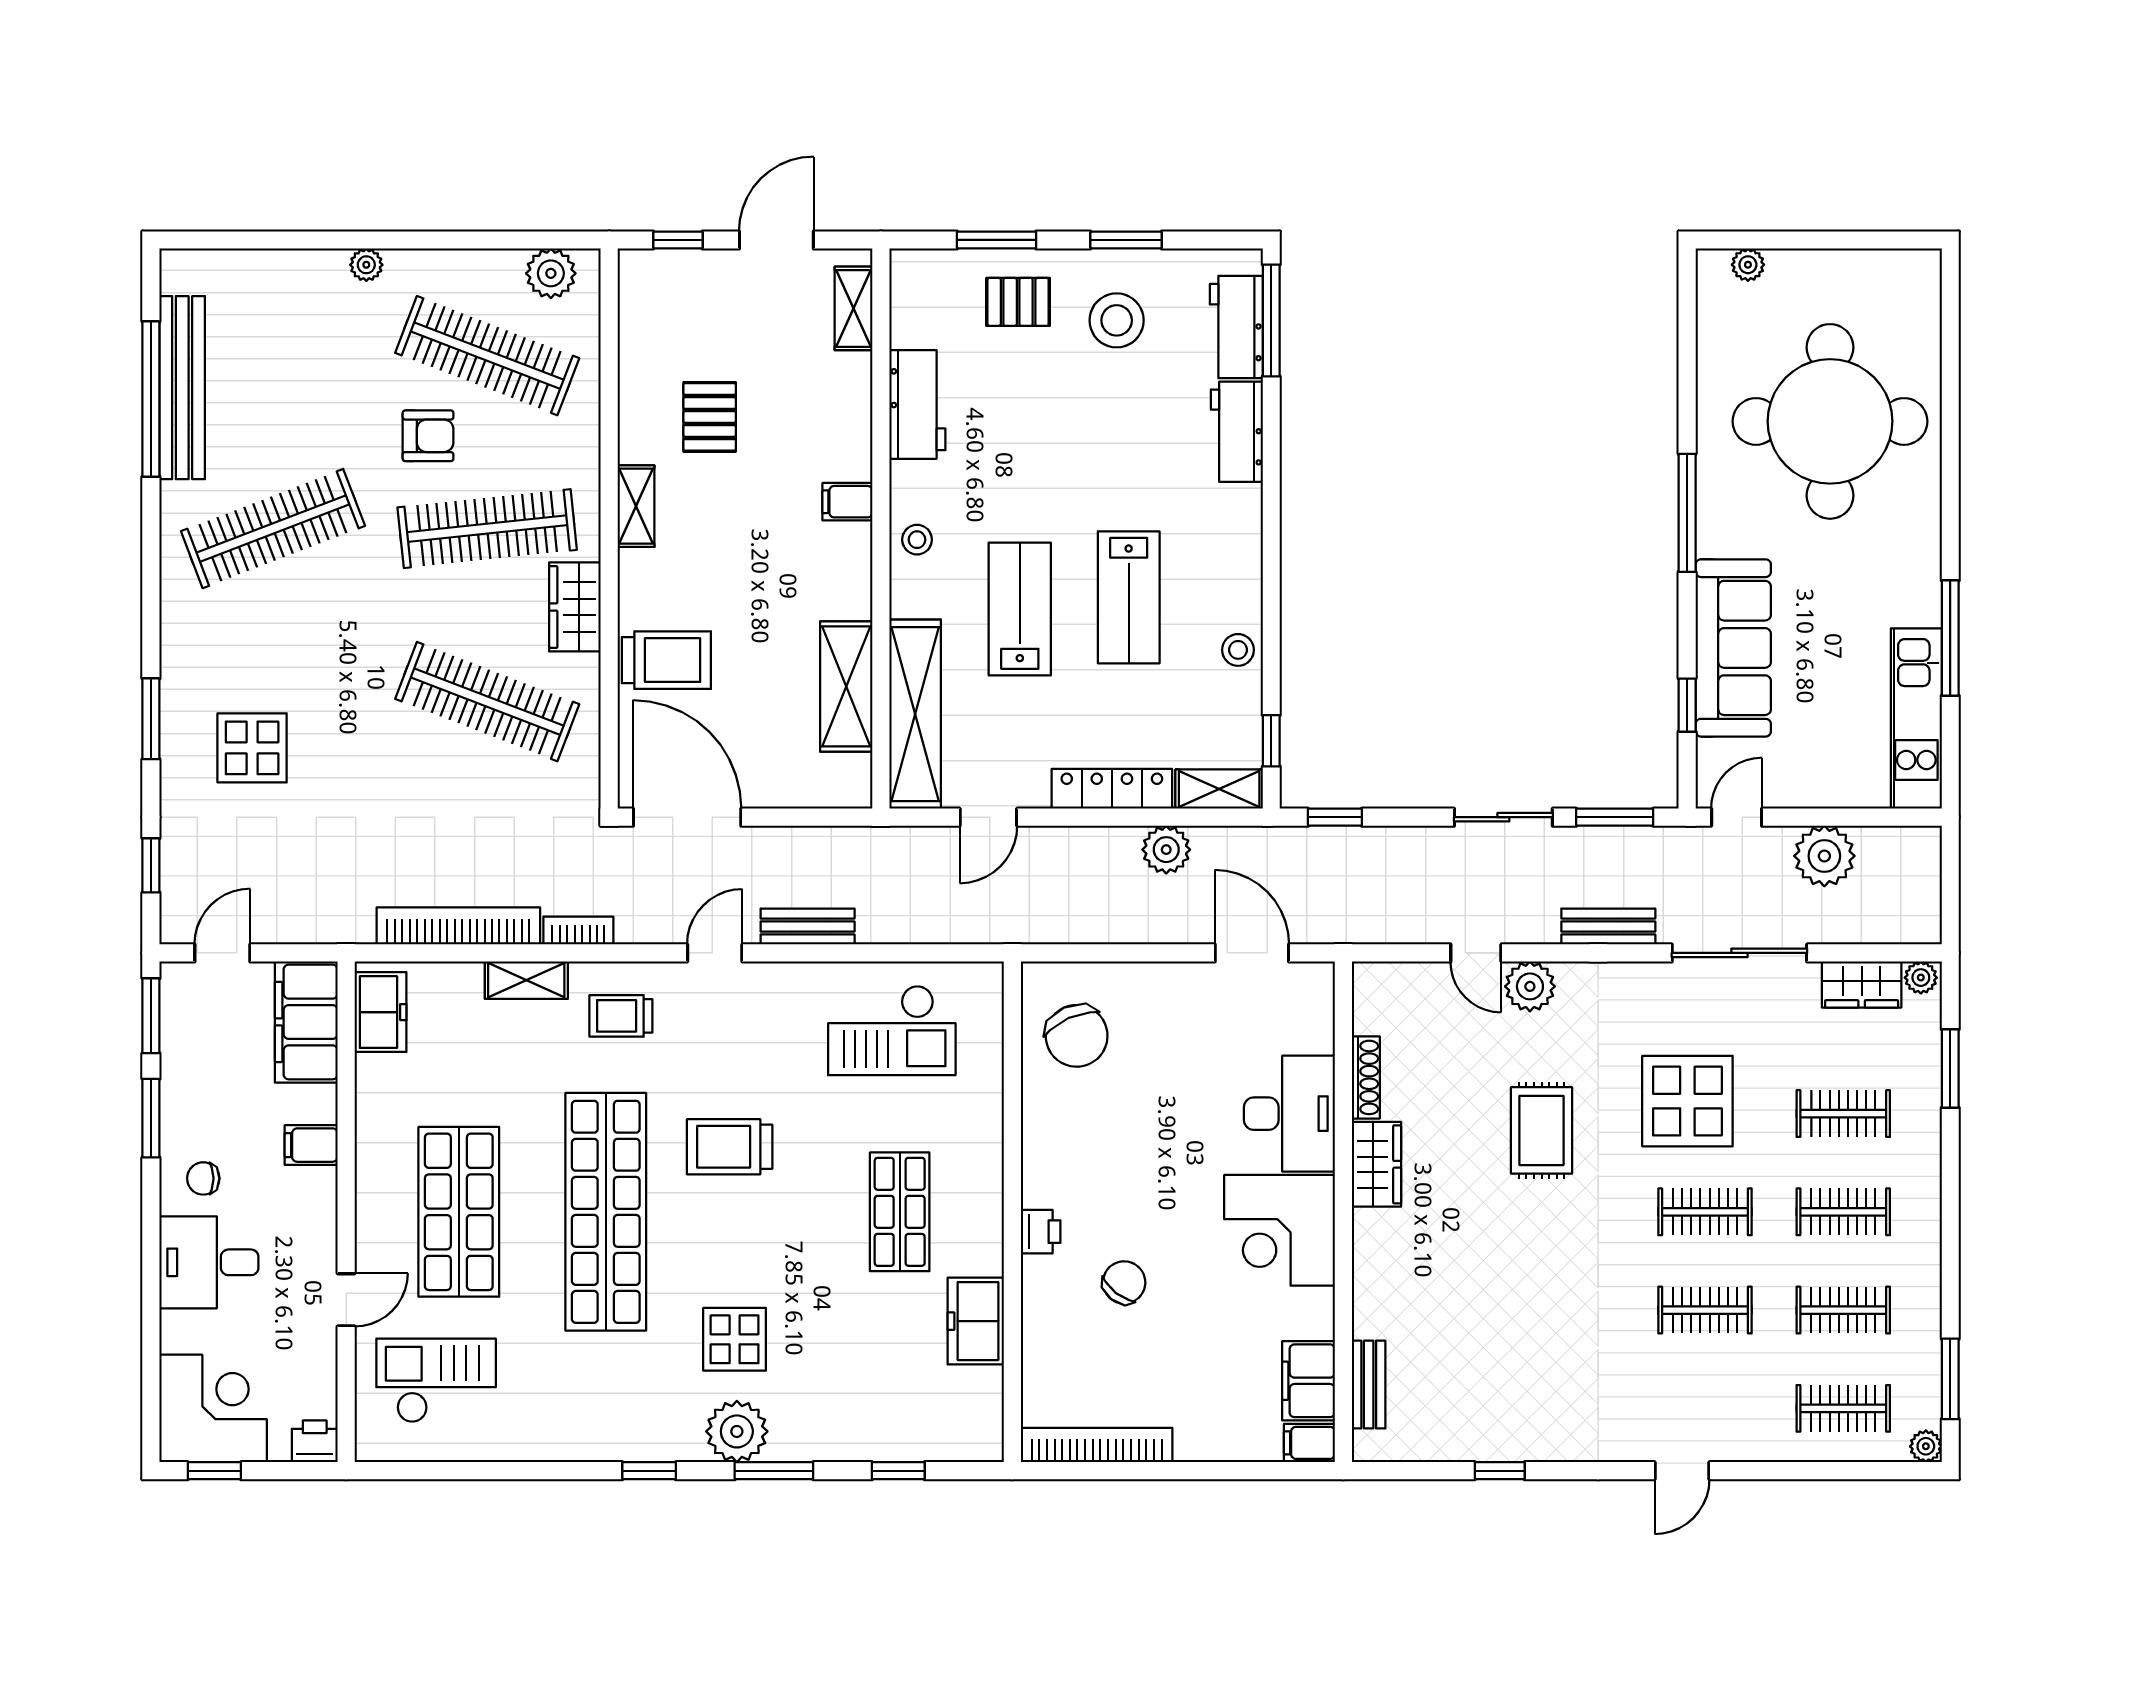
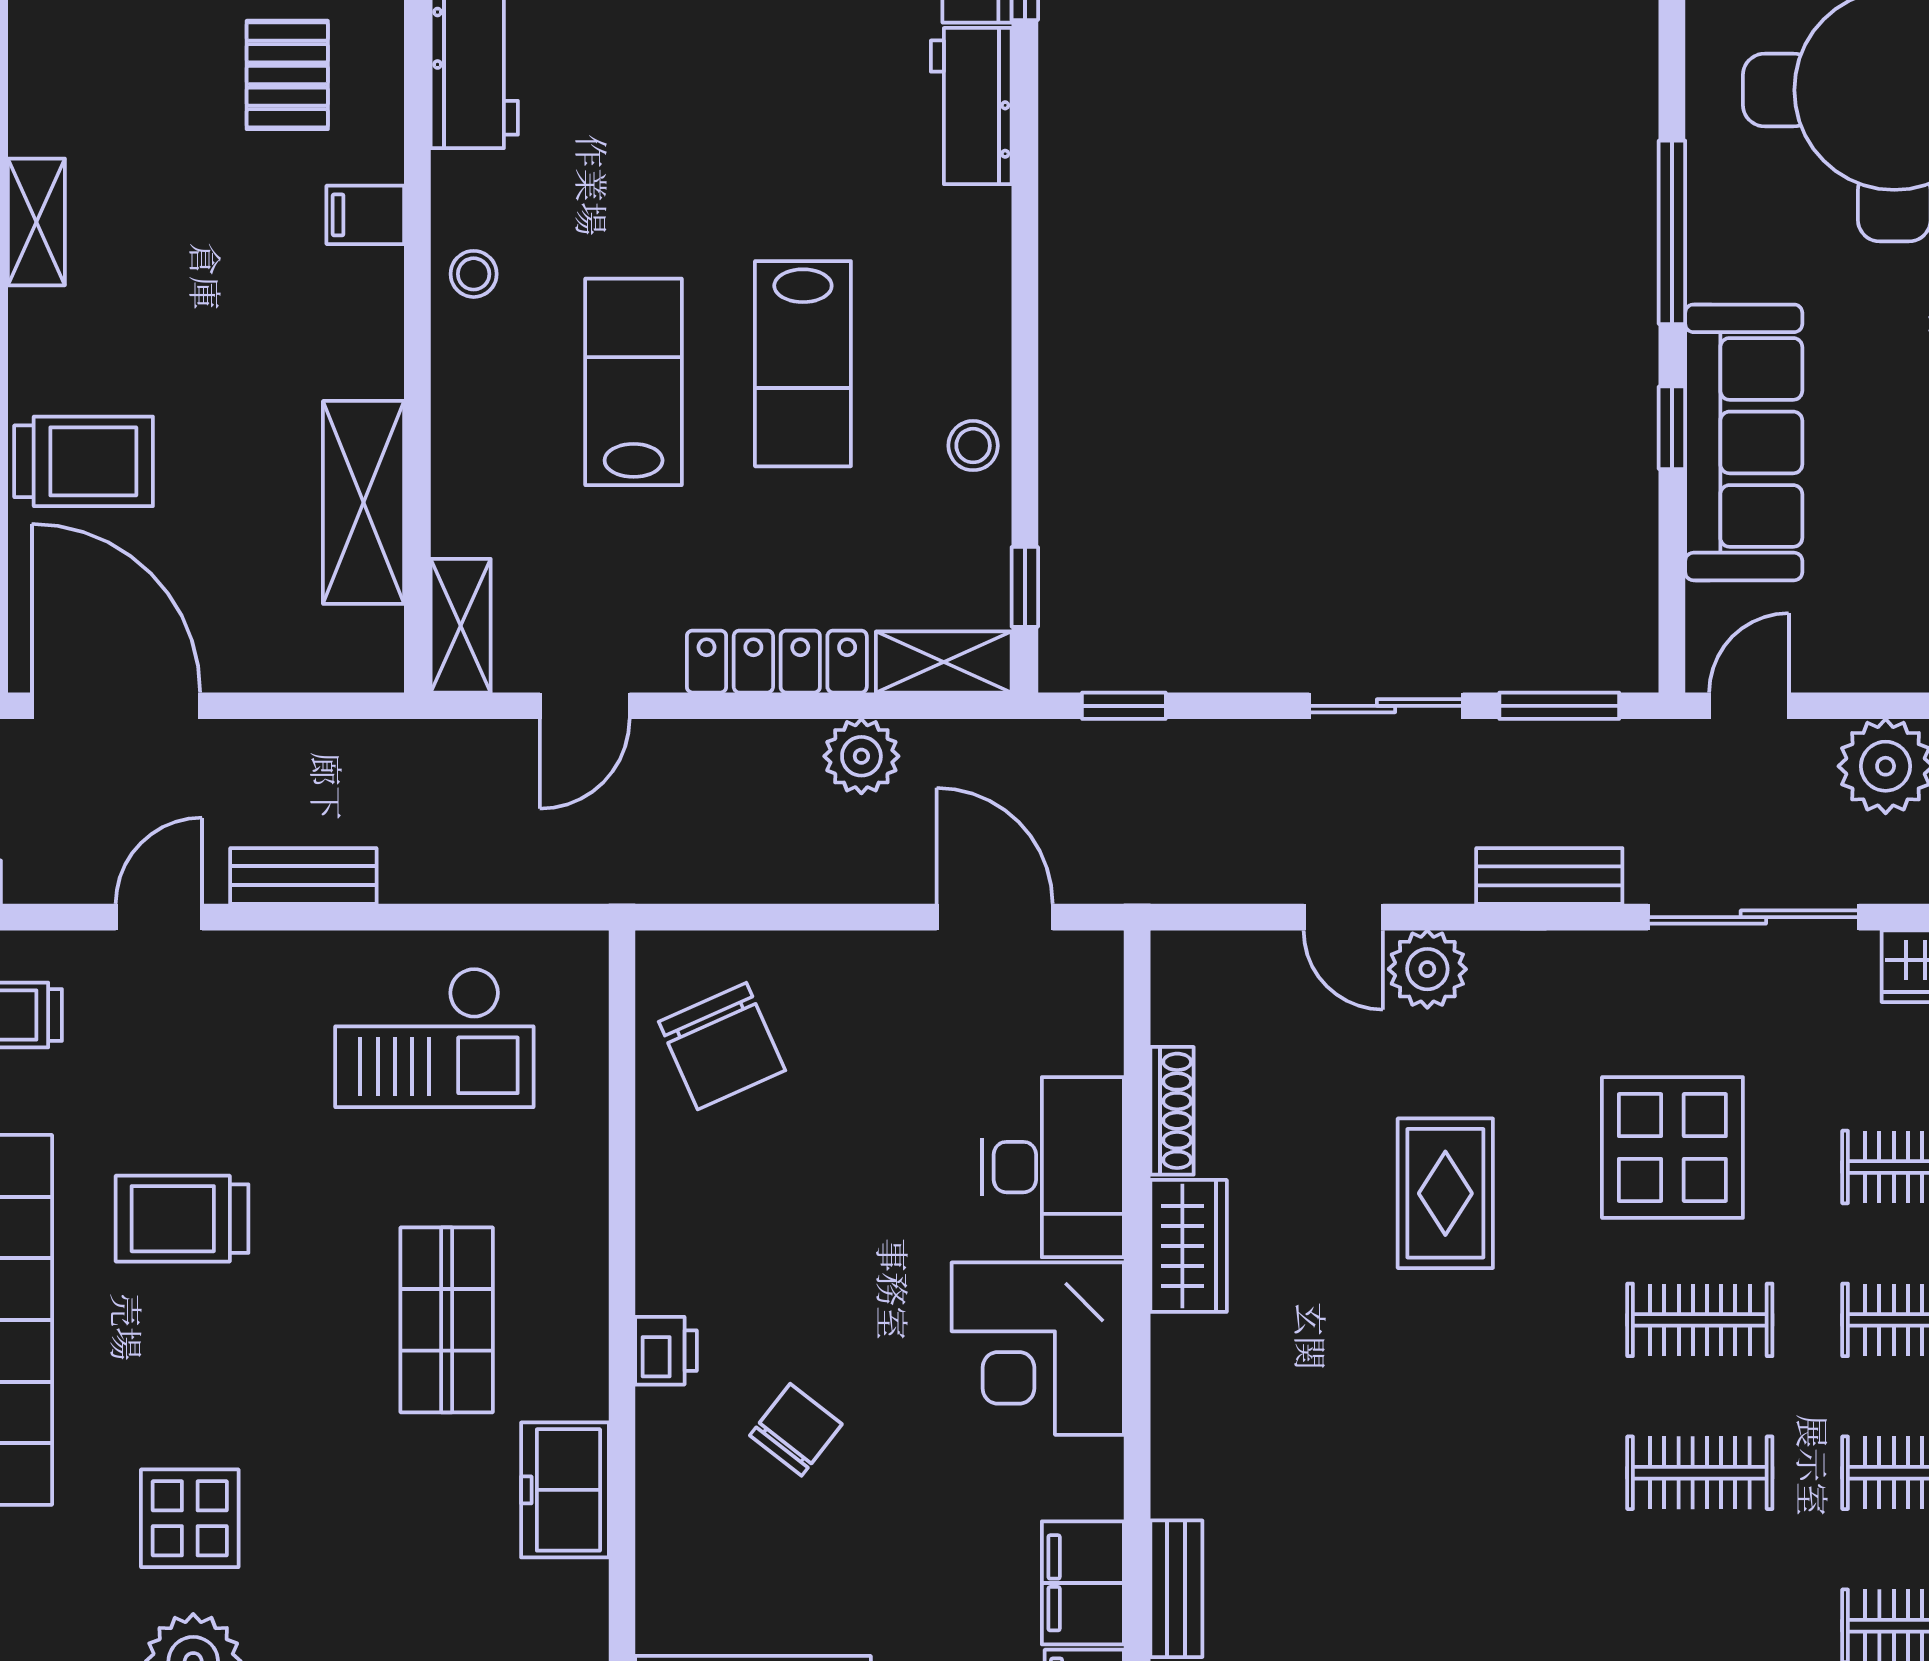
pallet: (710, 417) -> (287, 75), moved
window: (1687, 705) -> (1672, 428), moved
shelving: (915, 714) -> (461, 626), width x0.45, depth x0.75

